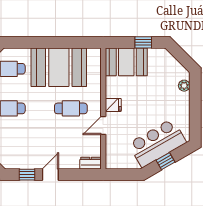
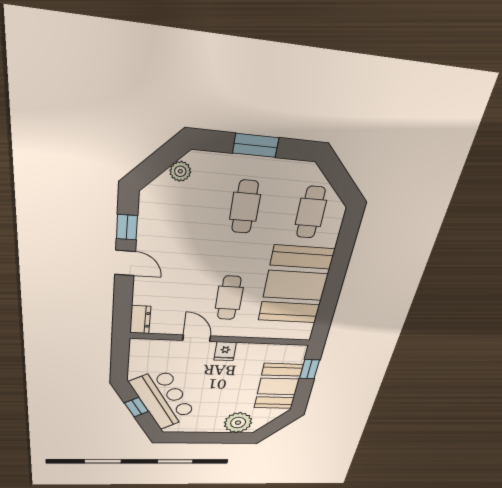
window: (143, 42) -> (309, 369), moved
booth: (126, 62) -> (278, 386), moved
plant: (184, 86) -> (238, 423), width x1.88, depth x1.88

